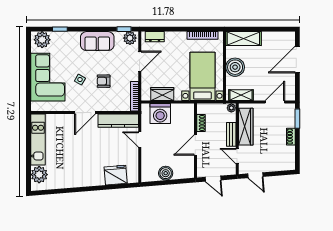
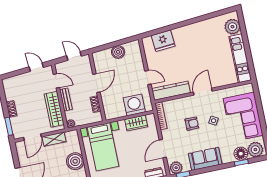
floor lamp: (58, 39) -> (241, 154), added
shelving: (241, 95) -> (54, 139), moved

